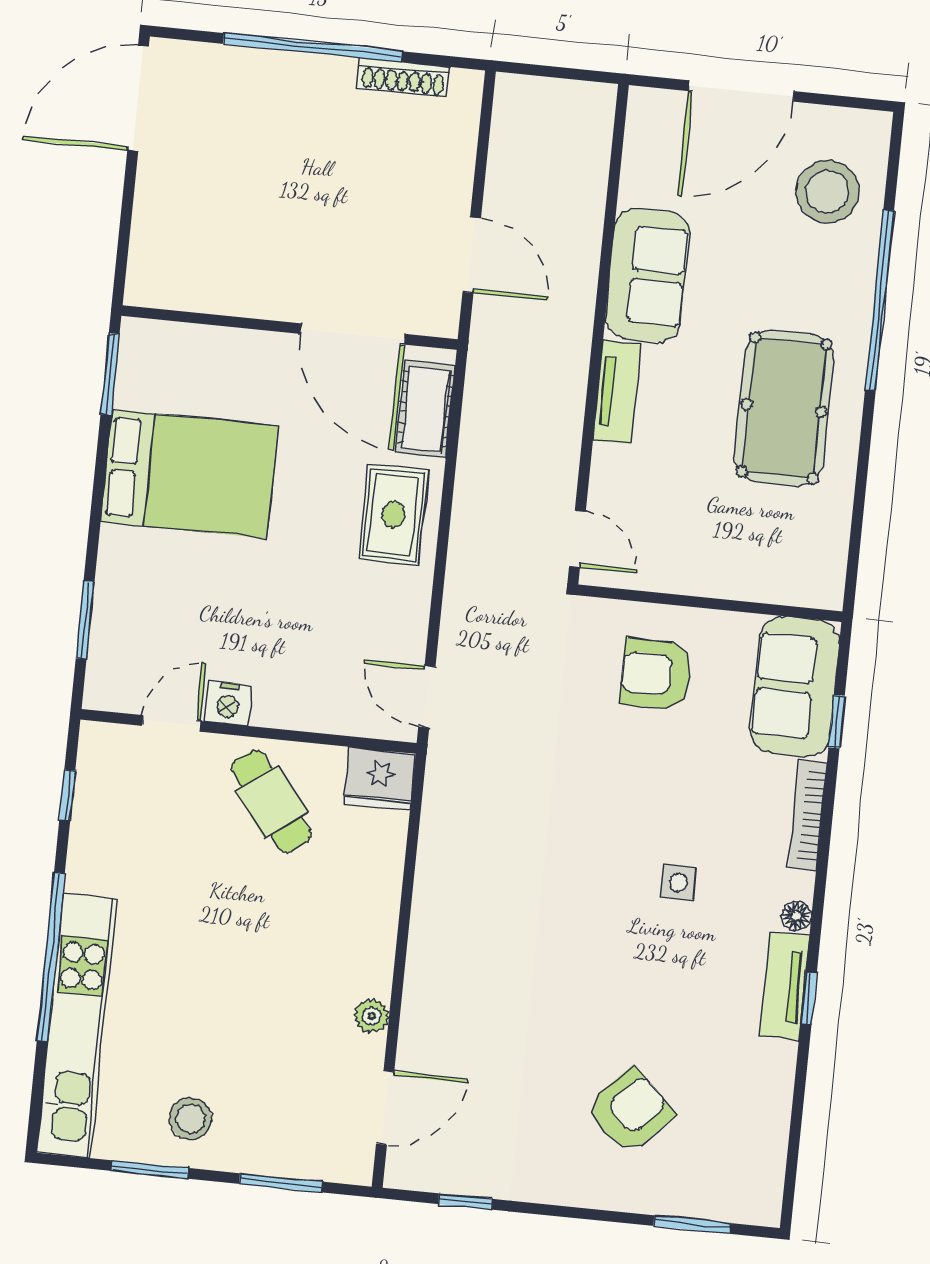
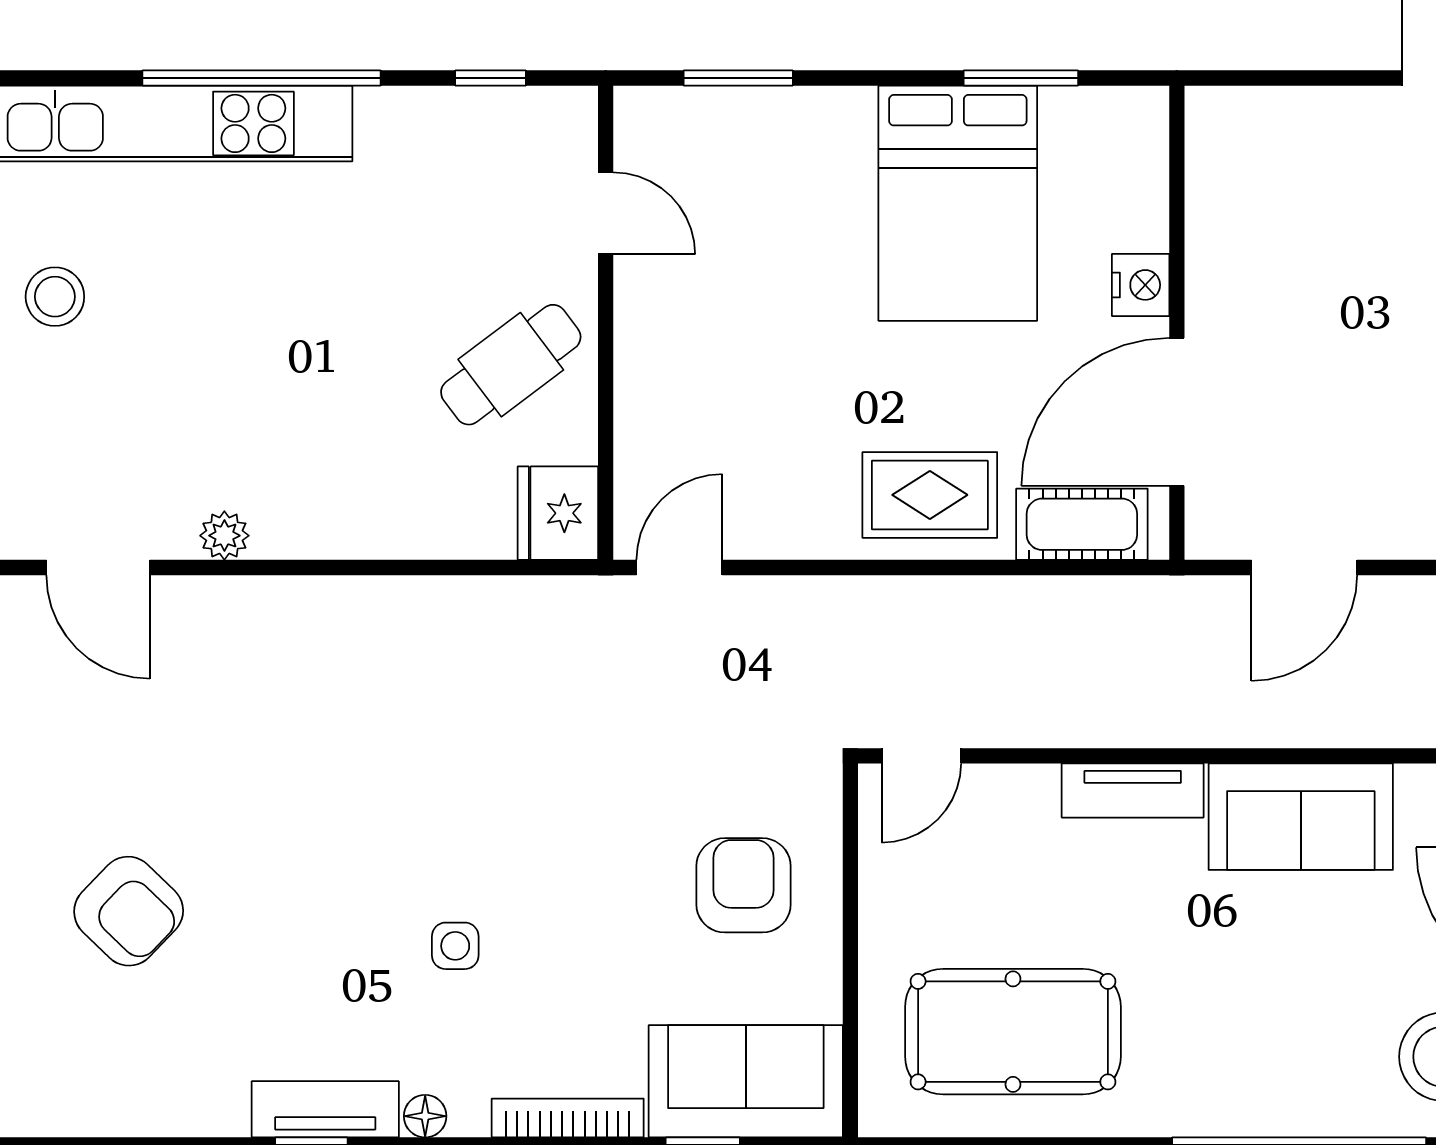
window: (110, 374) -> (1021, 78), moved
pool table: (784, 408) -> (1013, 1032), moved
nightstand: (228, 703) -> (1141, 285), moved, turned 180

